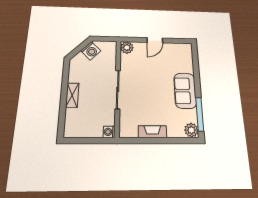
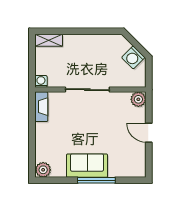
shelving: (72, 95) -> (49, 40), moved
window: (200, 114) -> (96, 180), moved
fireplace: (152, 132) -> (41, 107), moved

